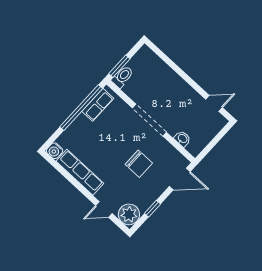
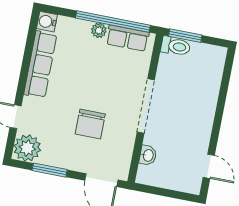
plant: (81, 120) -> (99, 30), added
window: (152, 209) -> (50, 170), width x1.50

